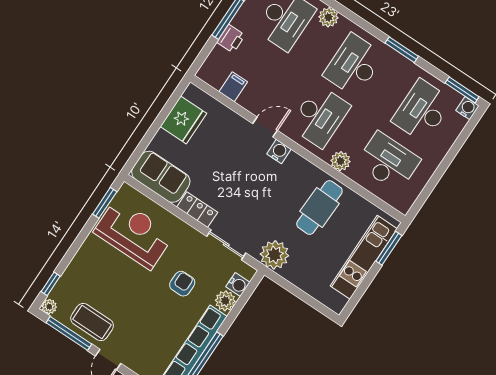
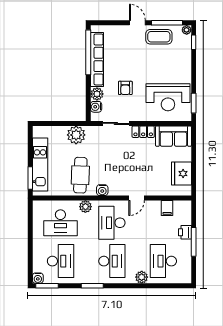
water cooler: (279, 152) -> (102, 190), moved
plant: (274, 255) -> (76, 135), moved

